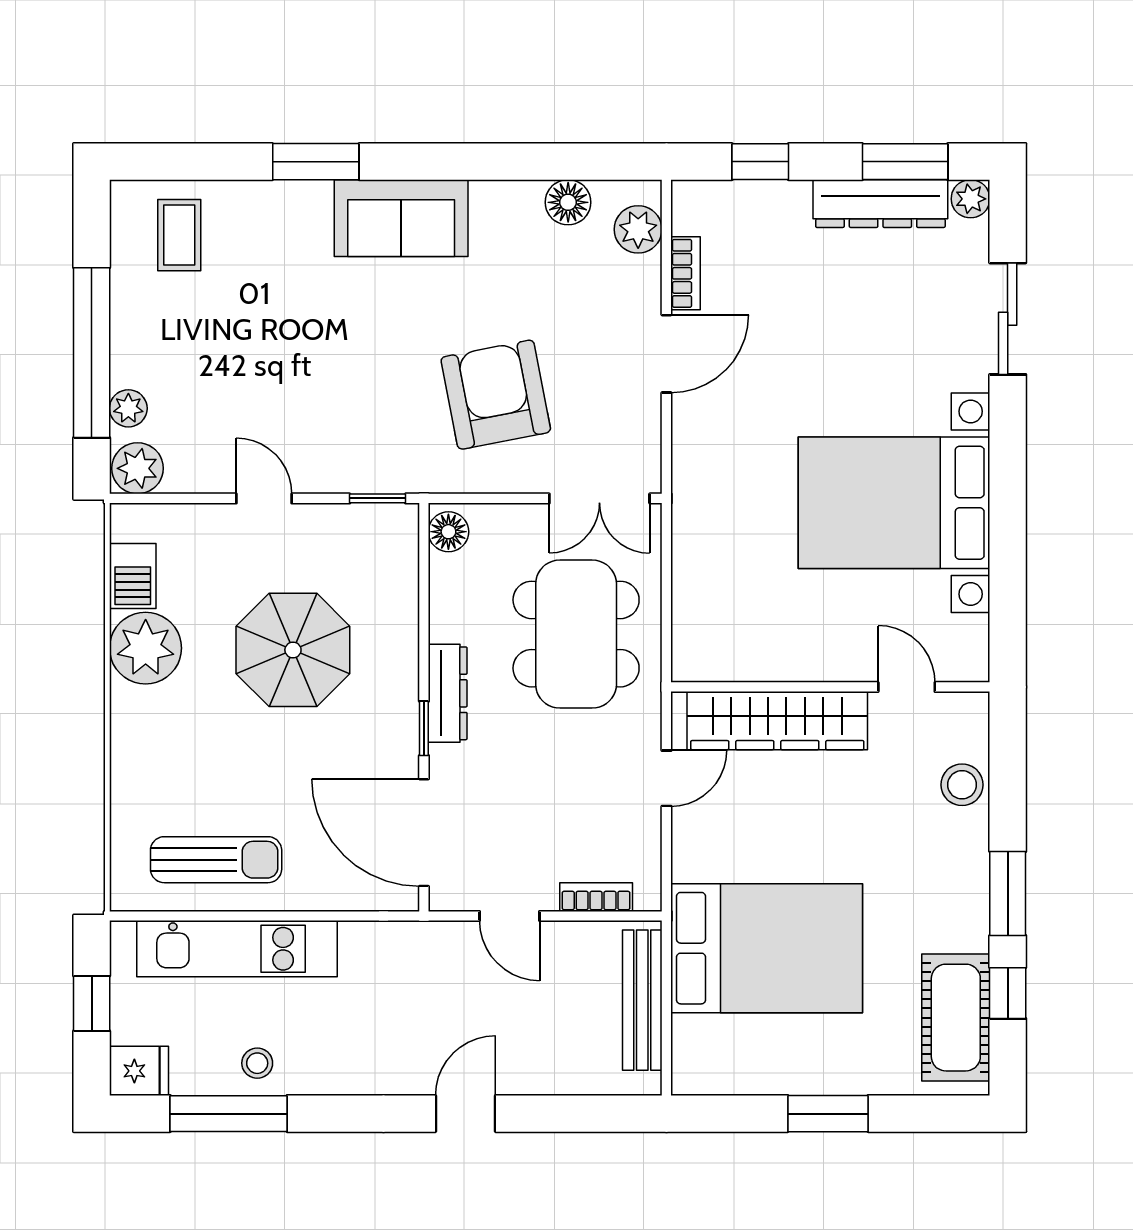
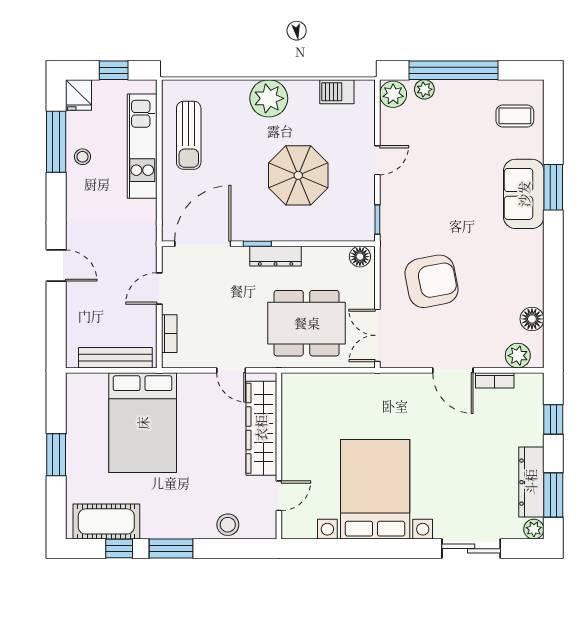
sofa: (401, 218) -> (524, 194), moved
plant: (146, 648) -> (269, 98), moved

